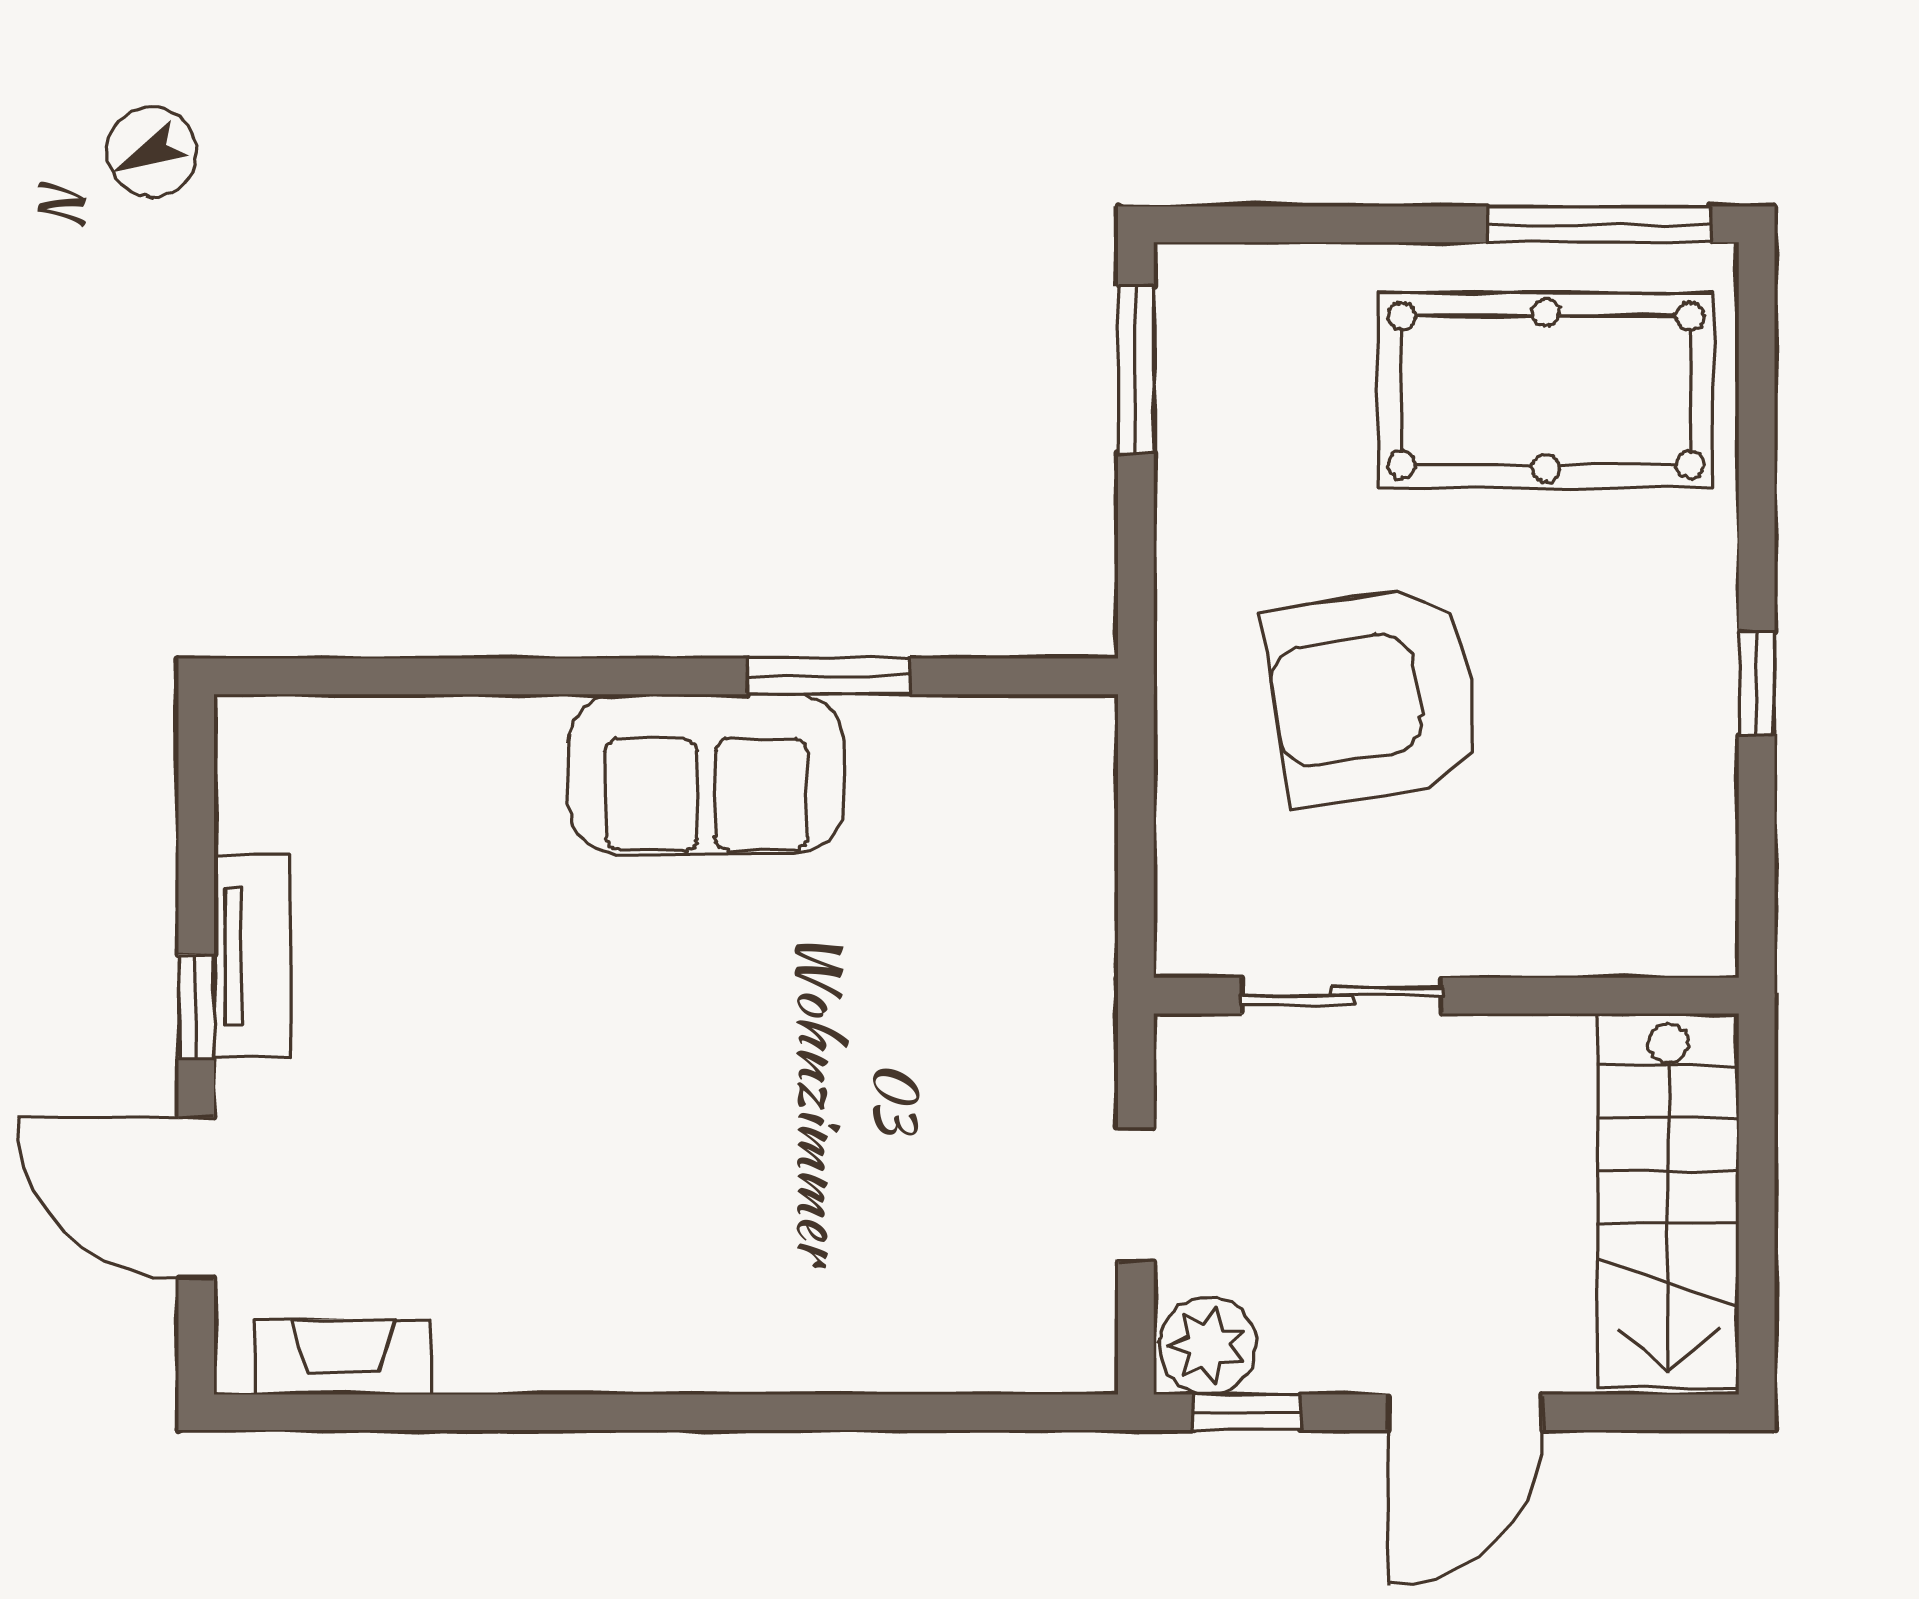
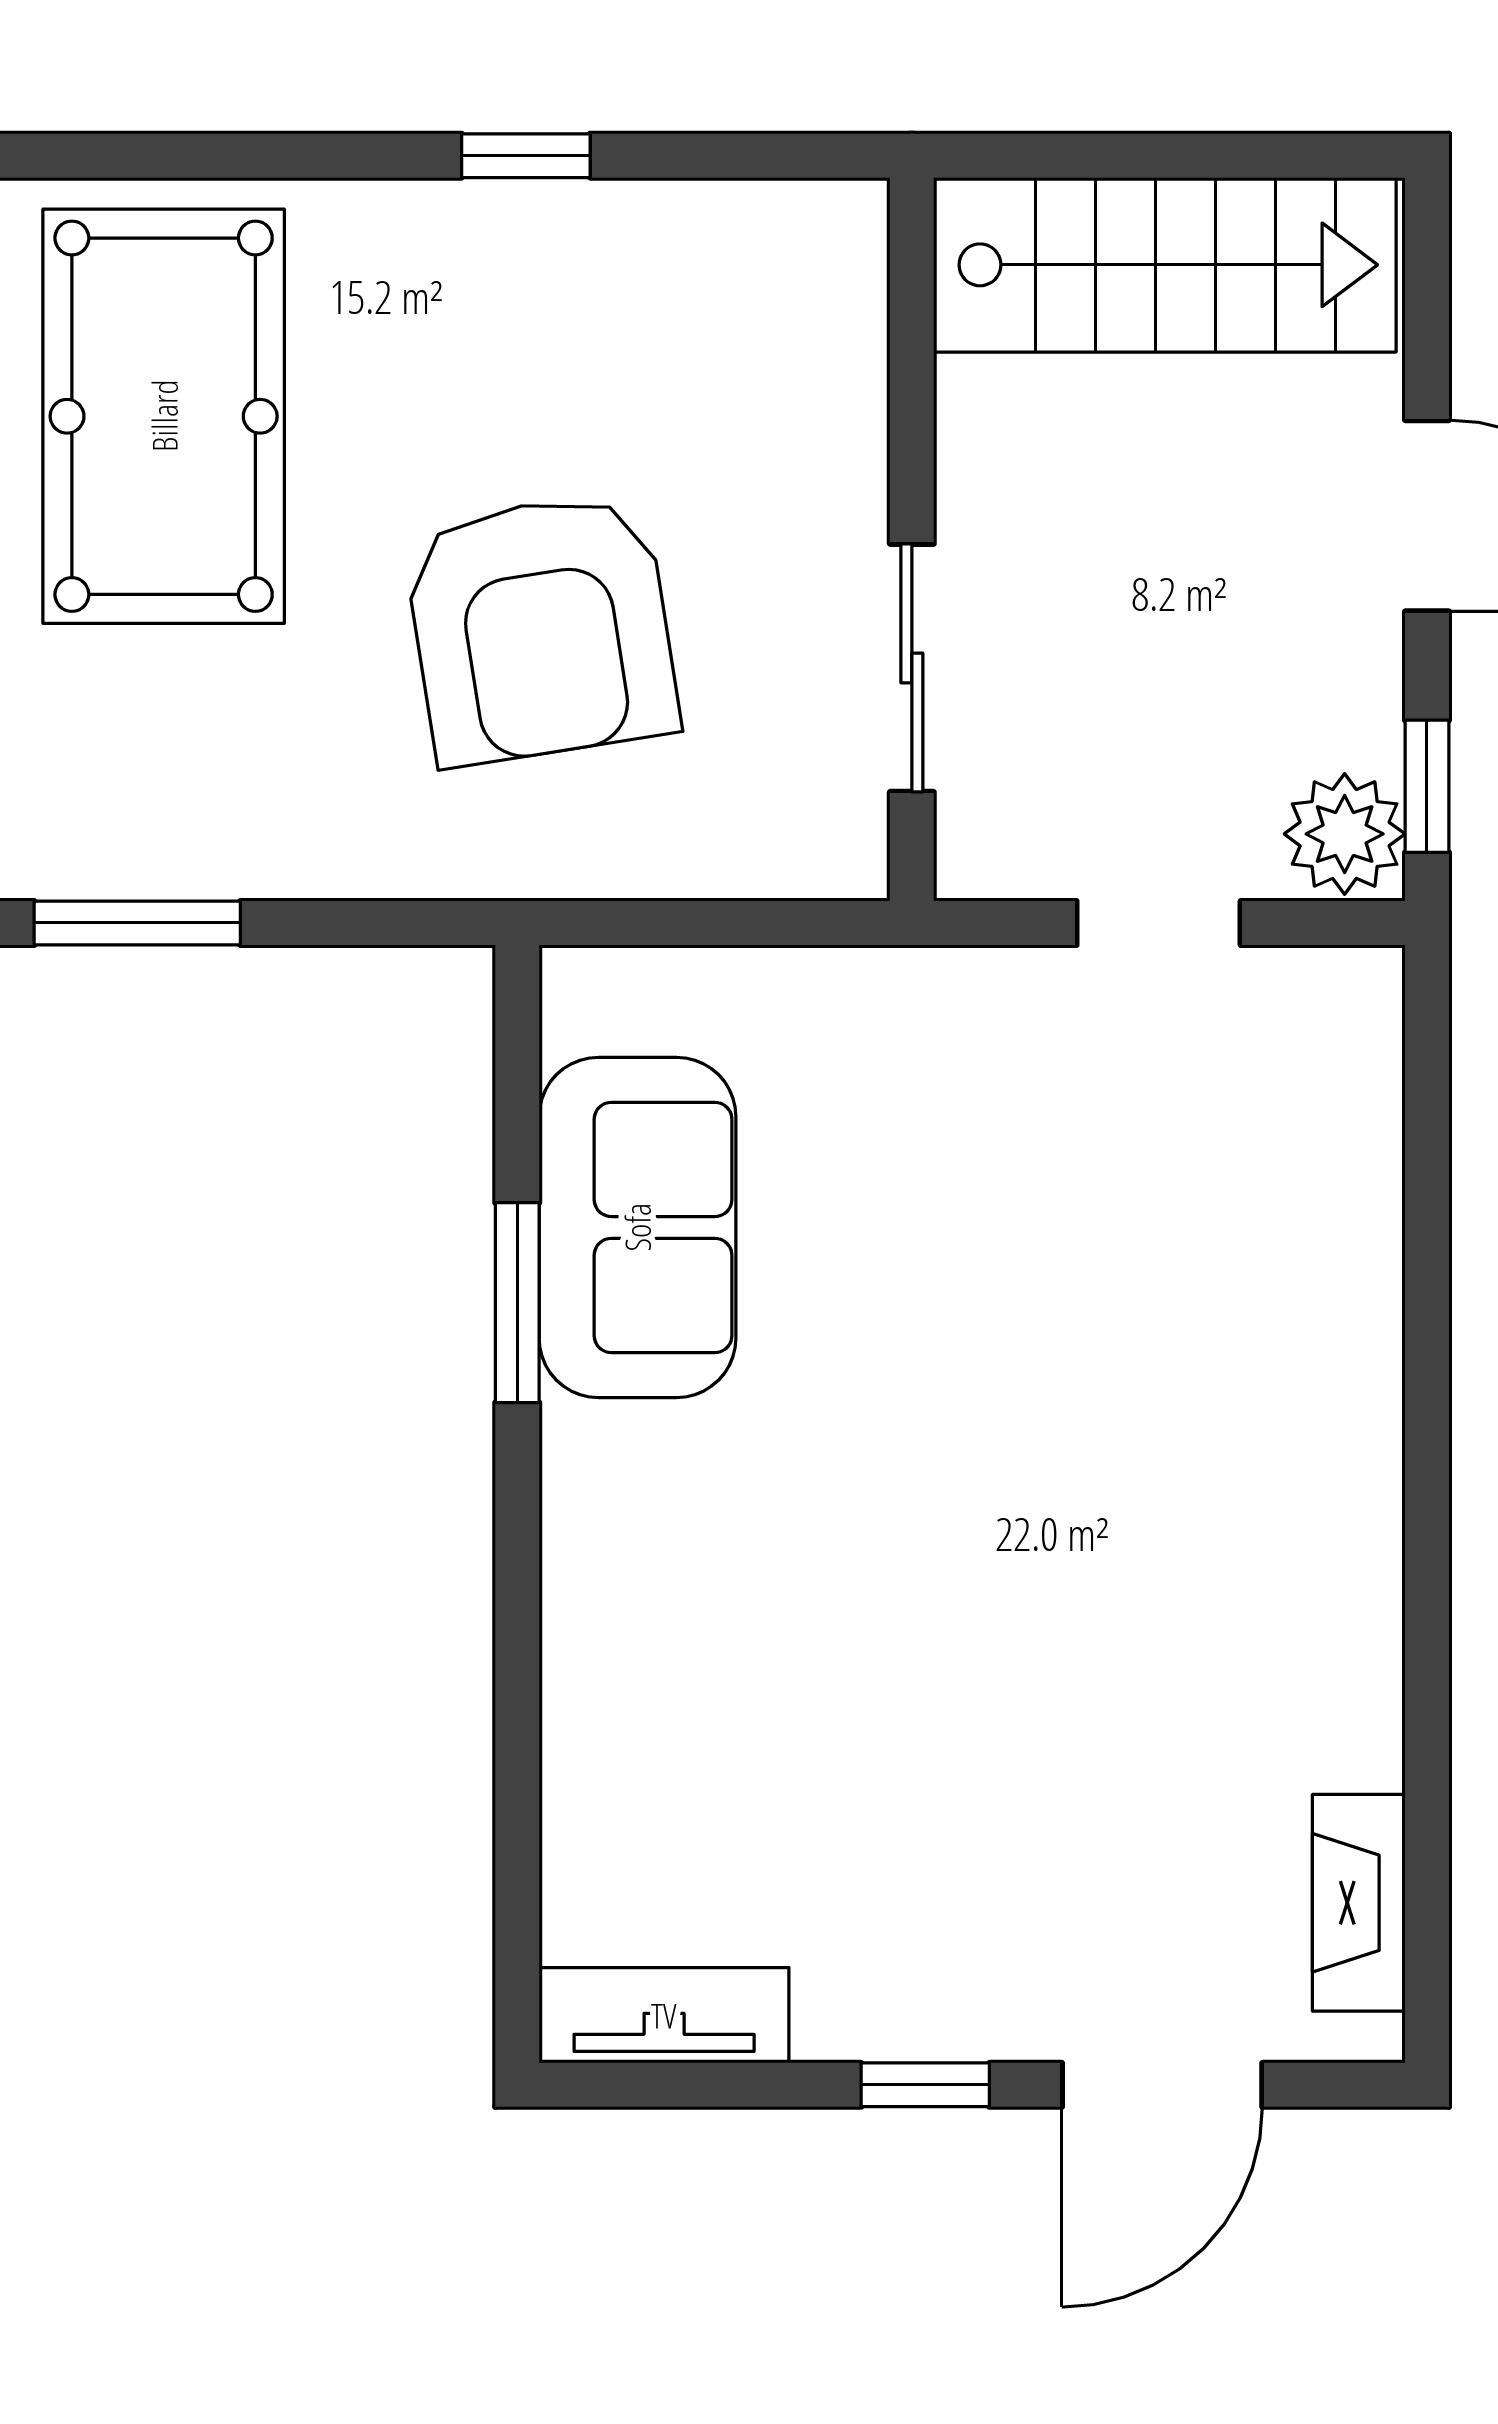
sofa: (706, 774) -> (637, 1227), moved
tv unit: (253, 956) -> (664, 2015), moved

